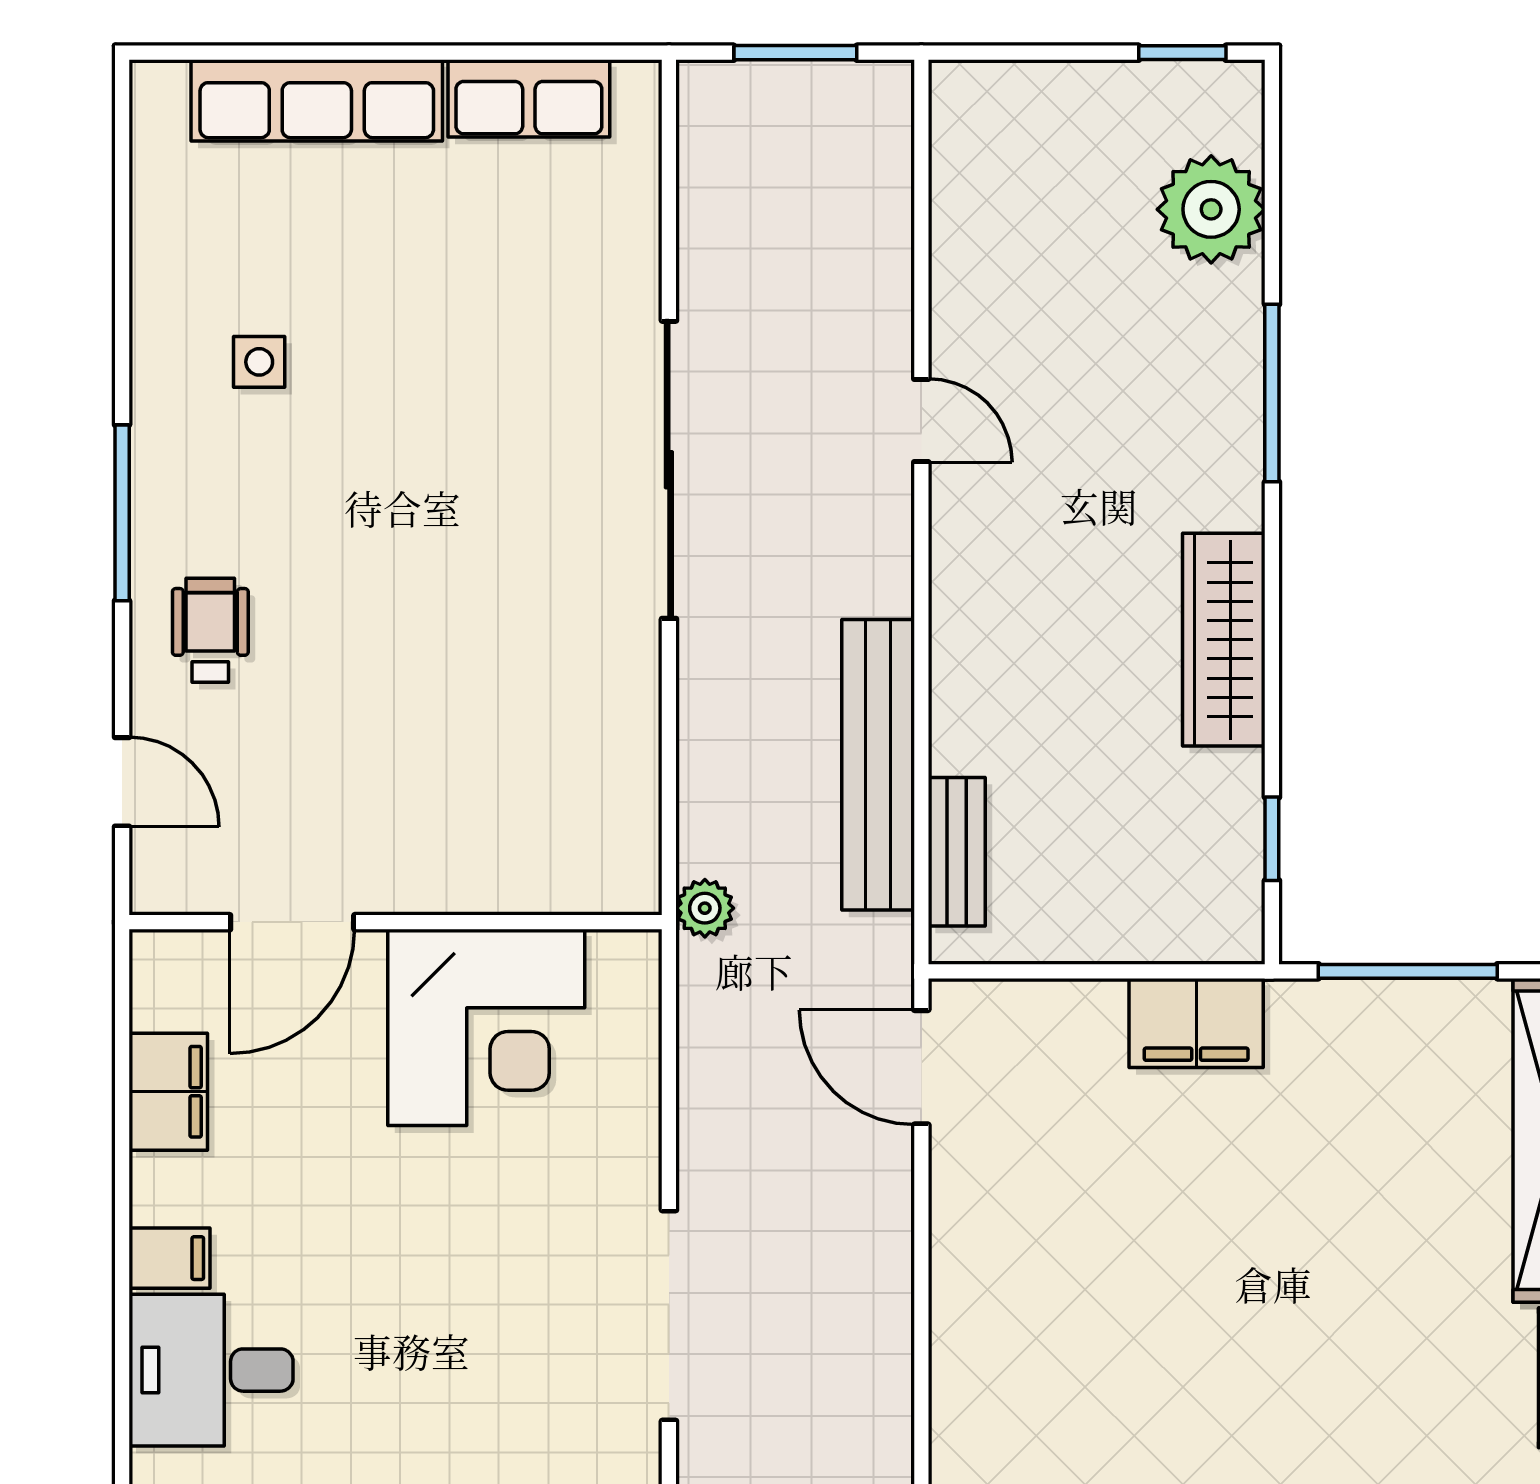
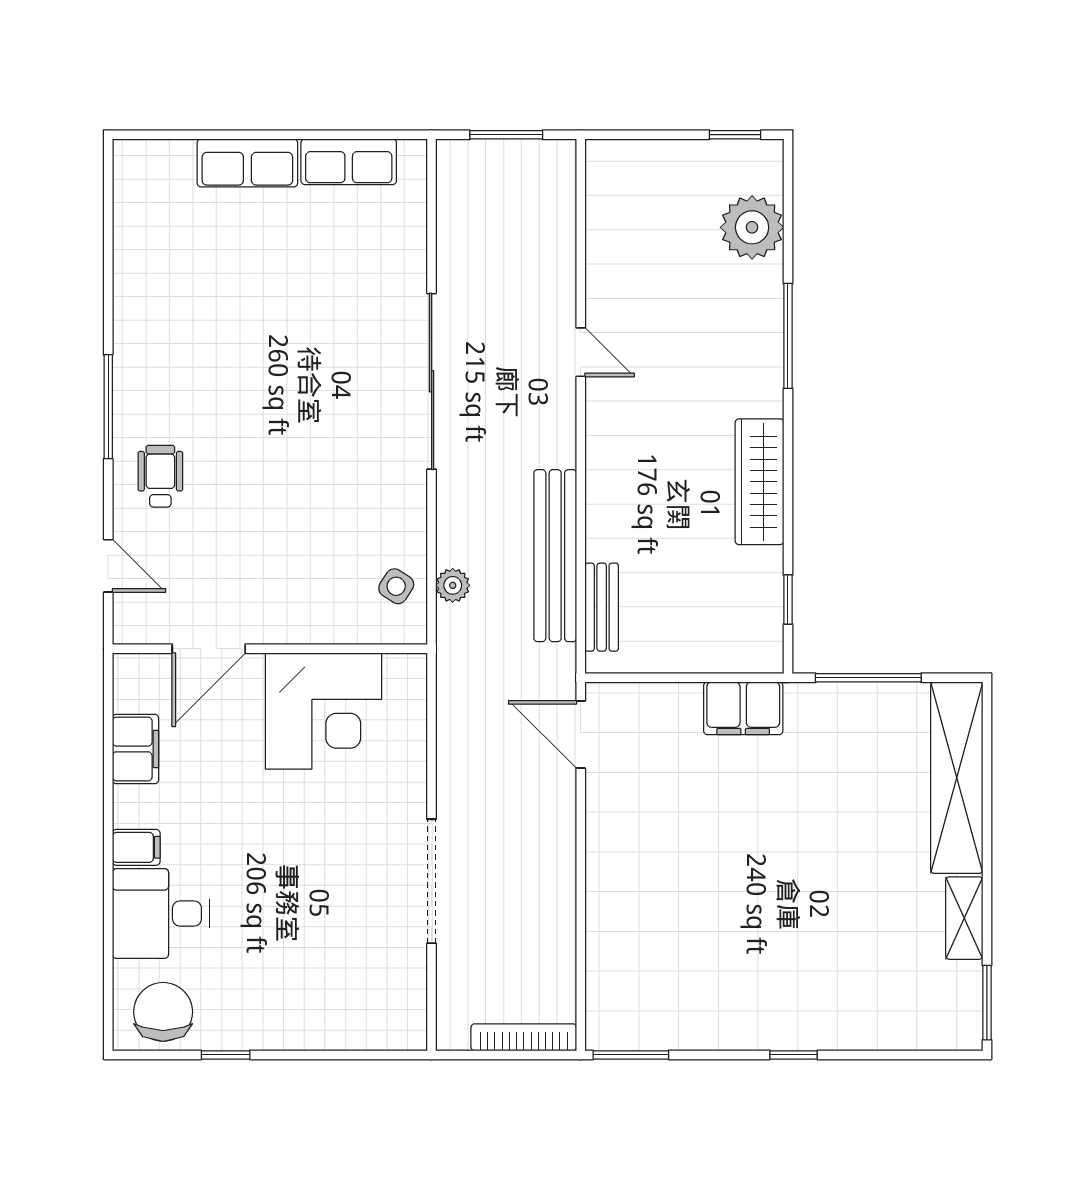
row of seats: (317, 100) -> (247, 163), width x0.68
side table: (259, 362) -> (396, 586), moved, turned 33
plant: (705, 908) -> (453, 585), moved

